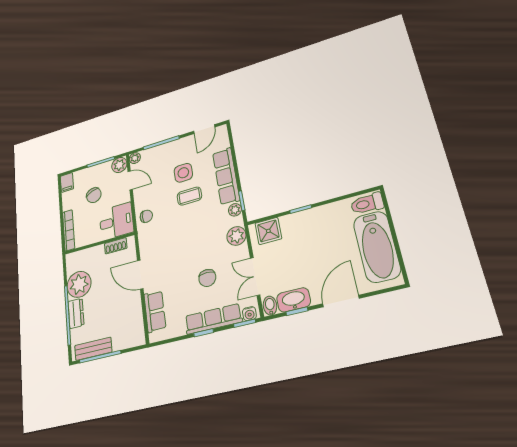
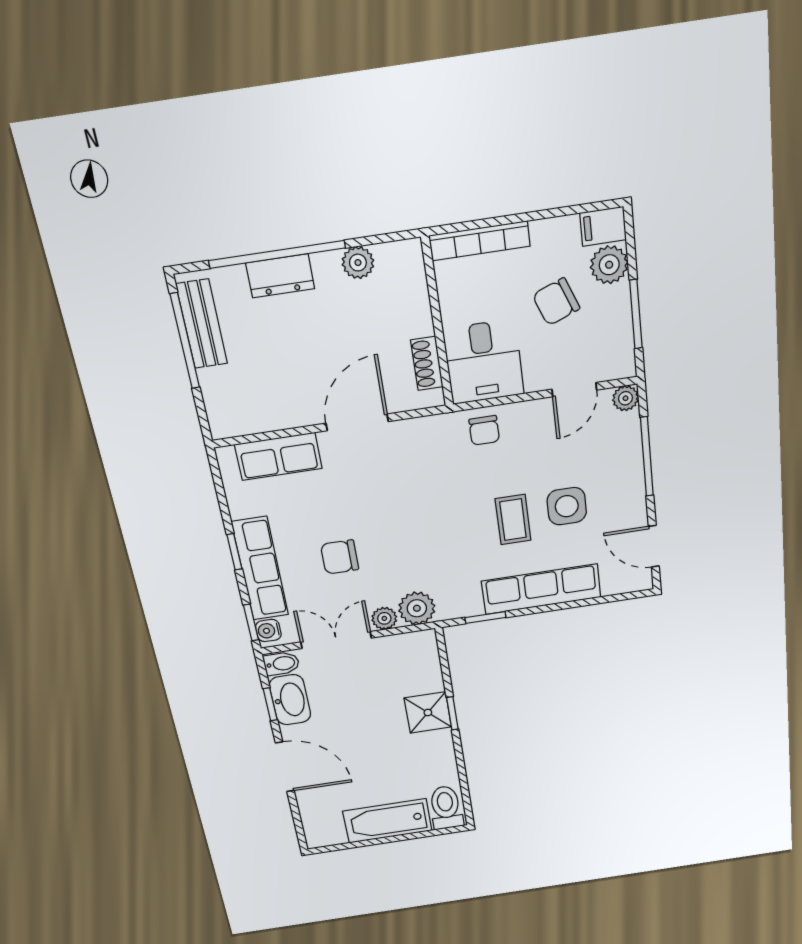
plant: (119, 165) -> (609, 265), moved
plant: (235, 210) -> (384, 618), moved
shower: (268, 231) -> (428, 713), moved
bathtub: (377, 247) -> (387, 821), width x0.73, depth x0.73
plant: (79, 284) -> (358, 263), width x0.53, depth x0.53

